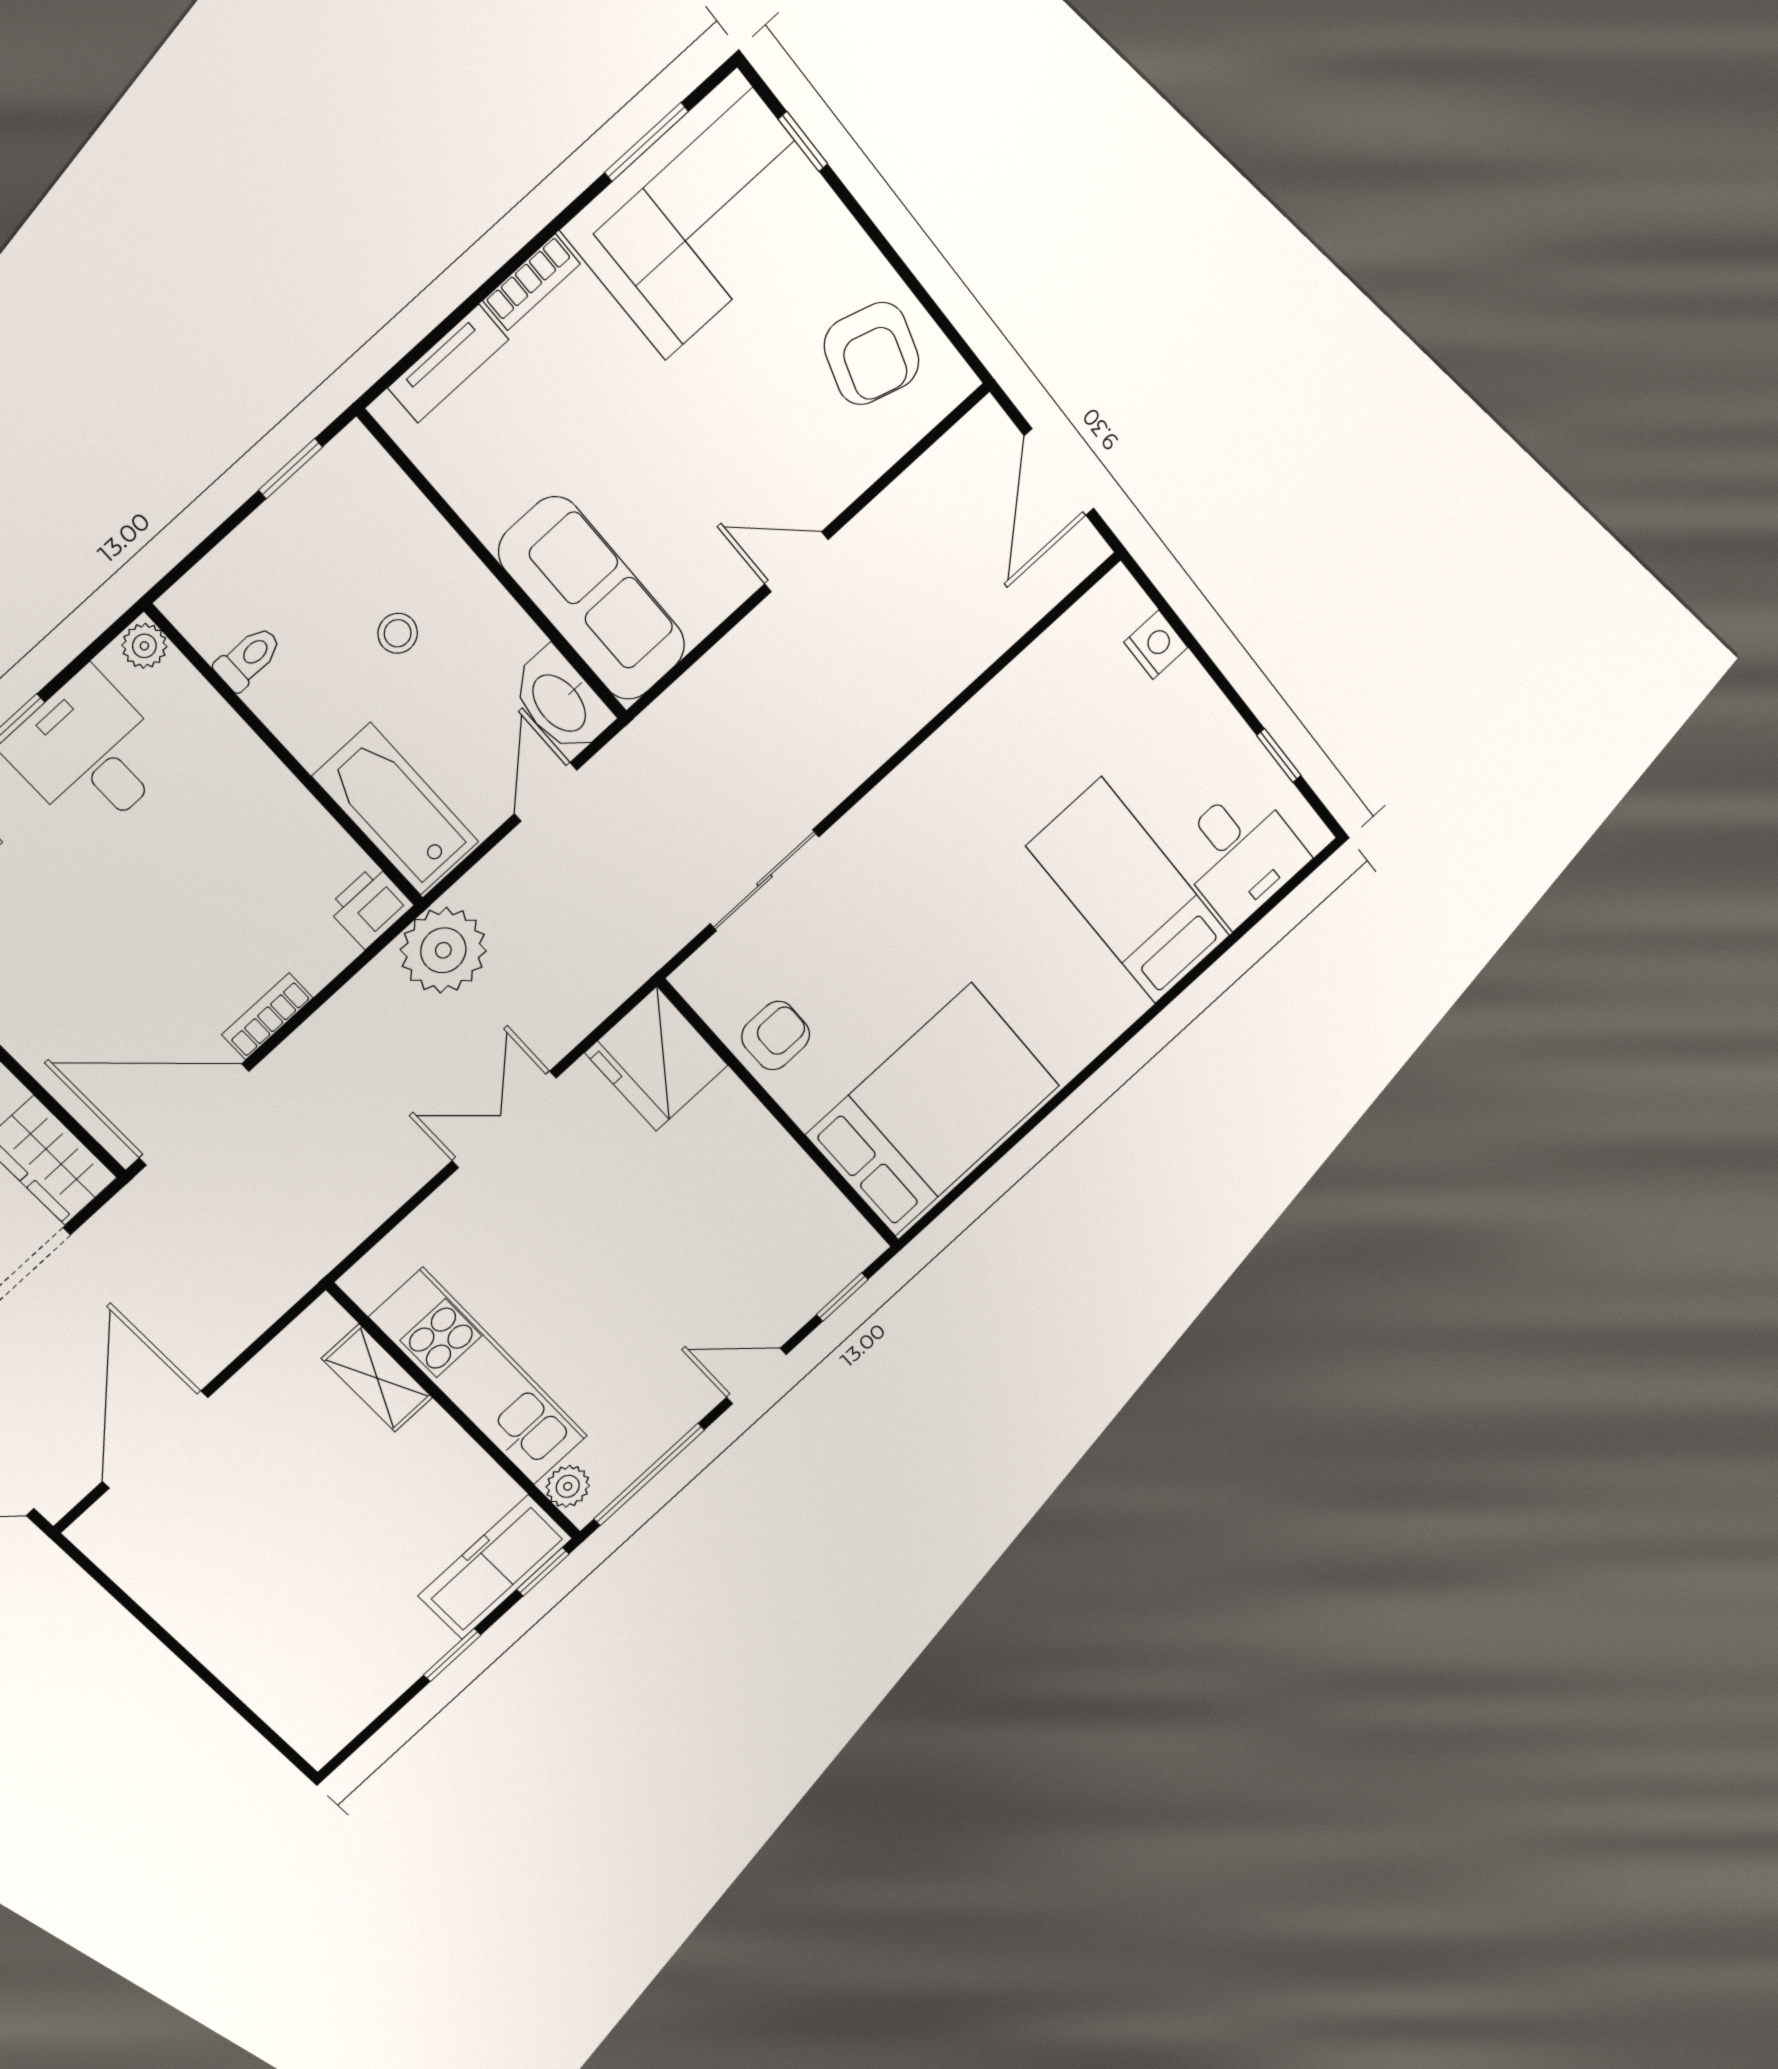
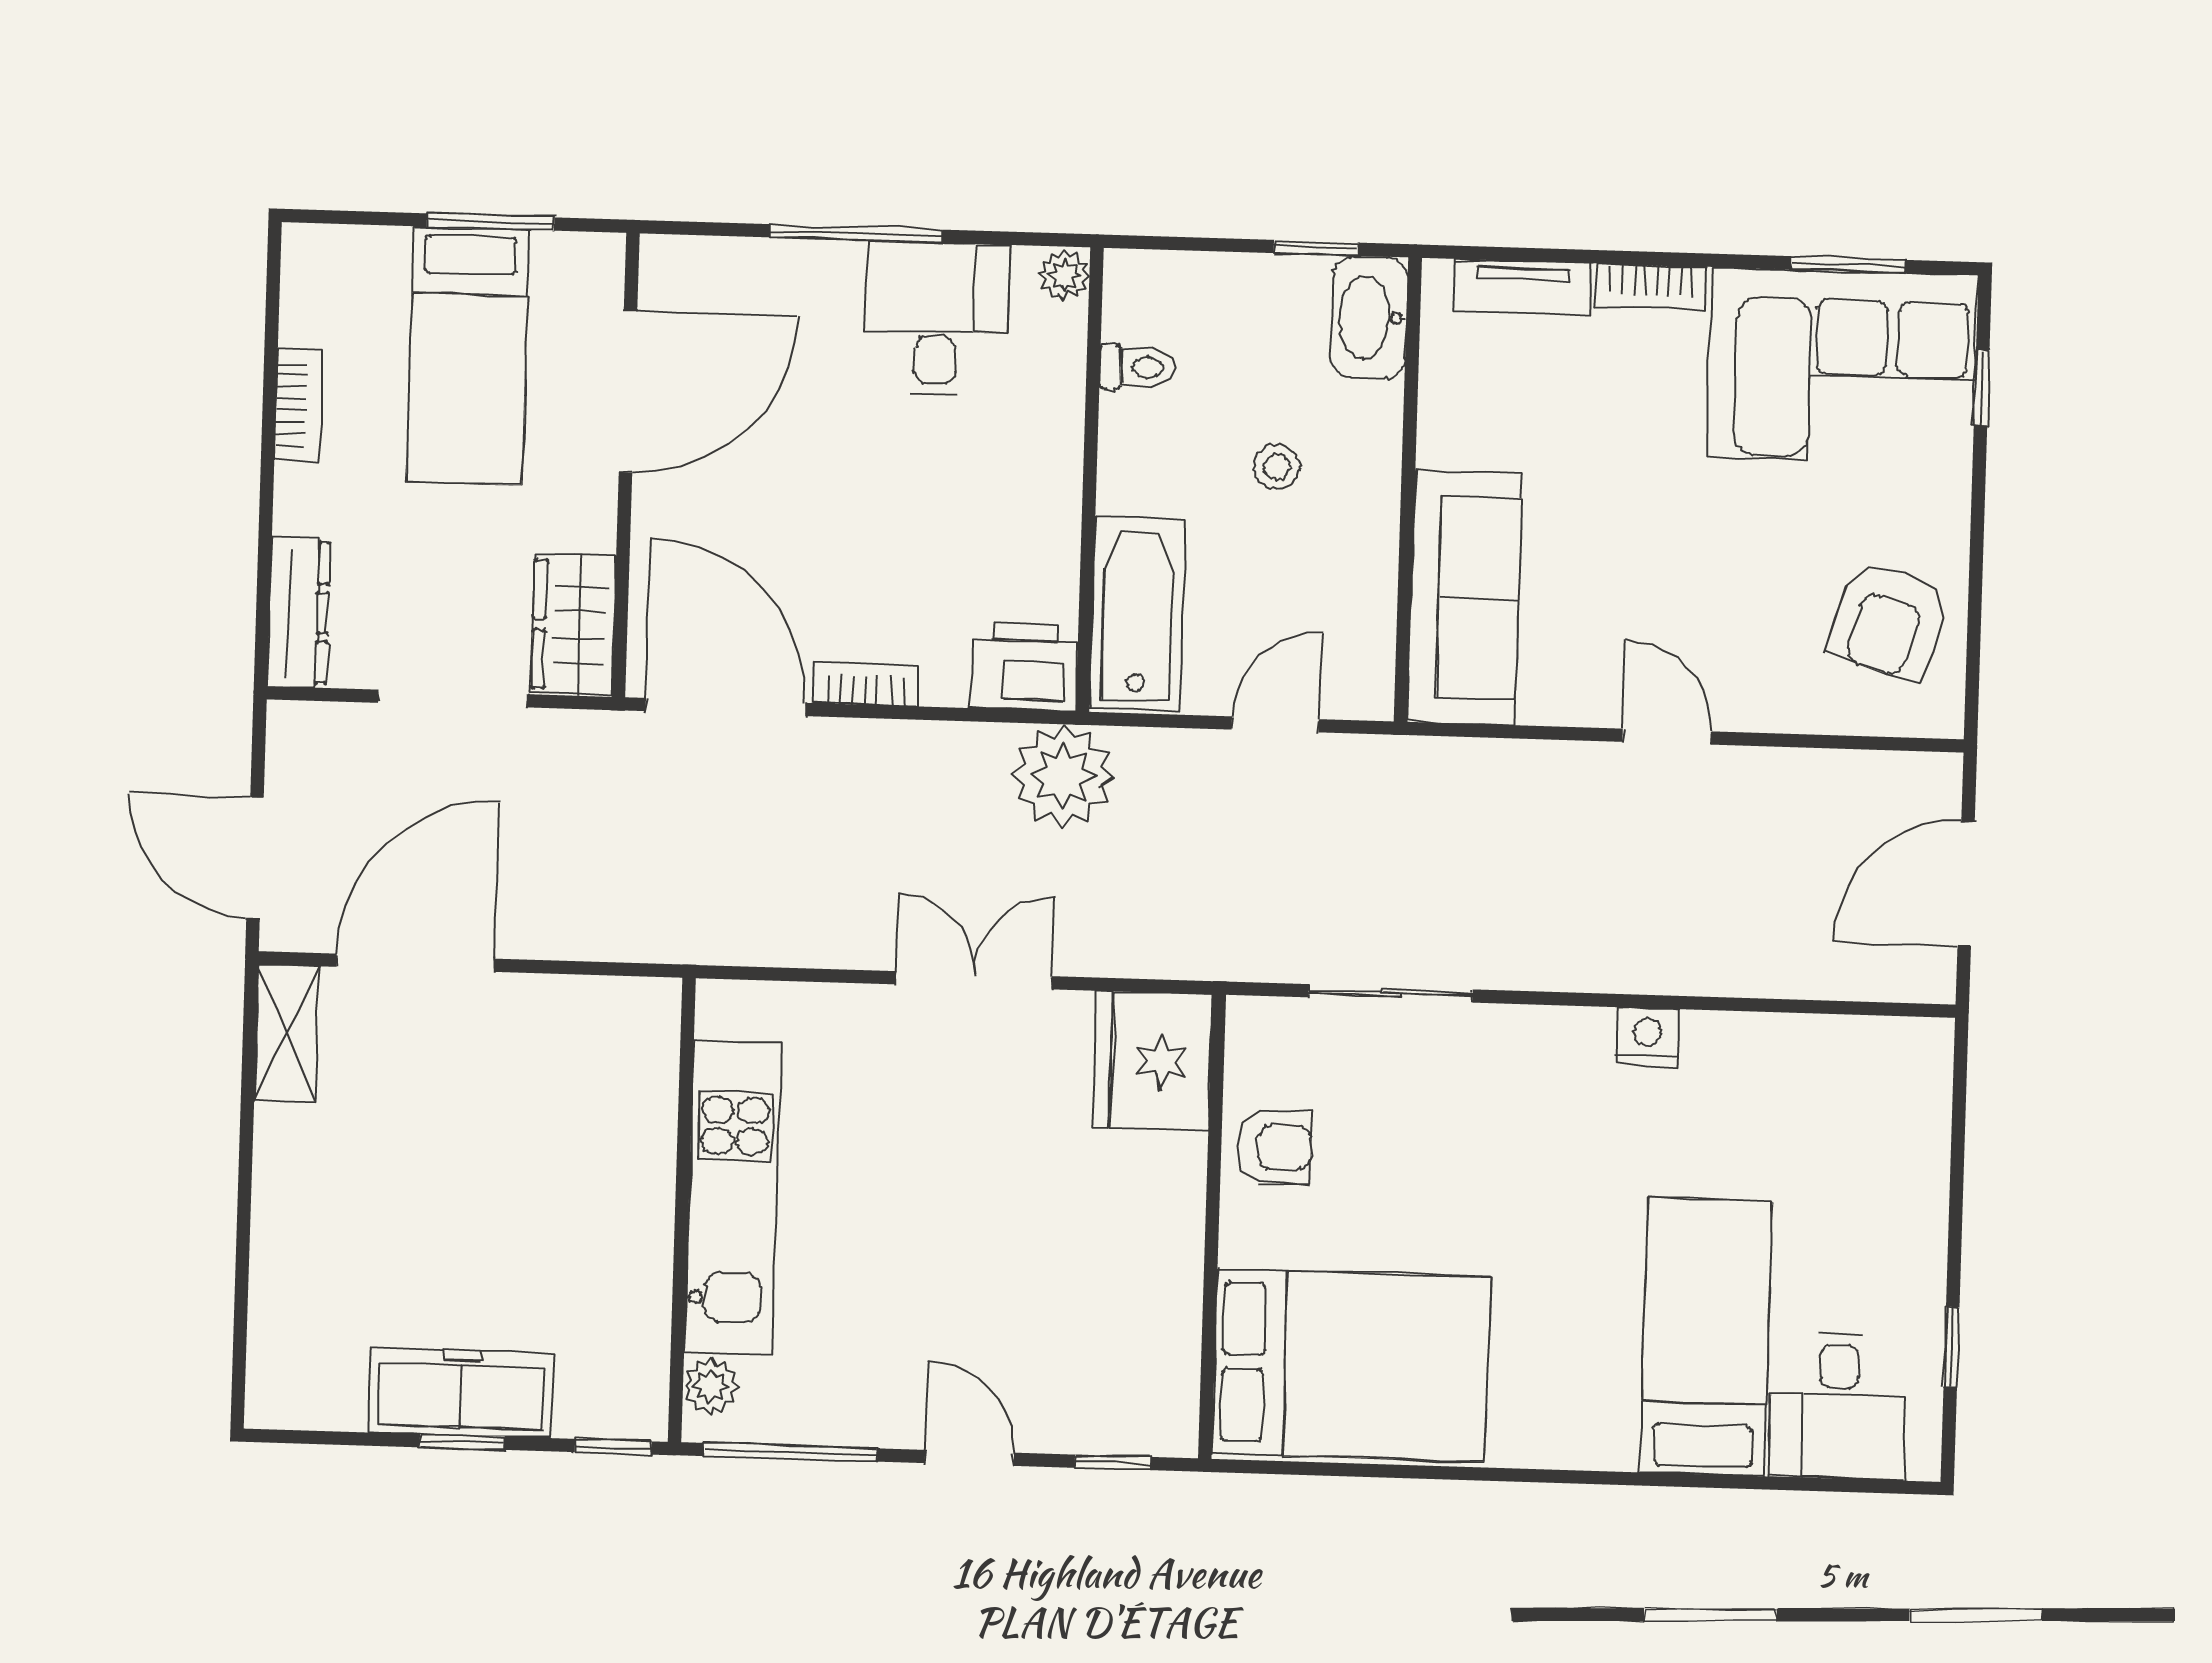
nightstand: (1156, 645) -> (1647, 1037), moved, turned -90
washbasin: (561, 702) -> (1369, 317), moved
printer: (370, 906) -> (1025, 667), width x1.36, depth x1.24
shelving: (377, 1378) -> (287, 1033), moved
freezer: (495, 1567) -> (461, 1393), moved

